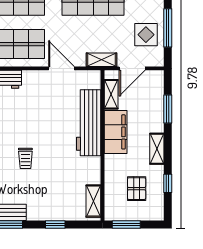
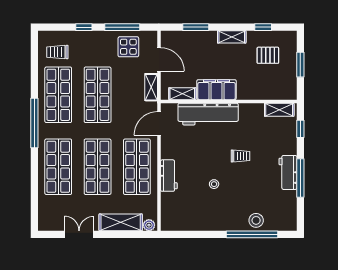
shelving: (111, 94) -> (182, 94), moved
workbench: (89, 123) -> (208, 114), moved
filing cabinet: (116, 132) -> (217, 90), moved
wall: (103, 145) -> (229, 101), moved
shelving: (93, 201) -> (279, 110), moved

